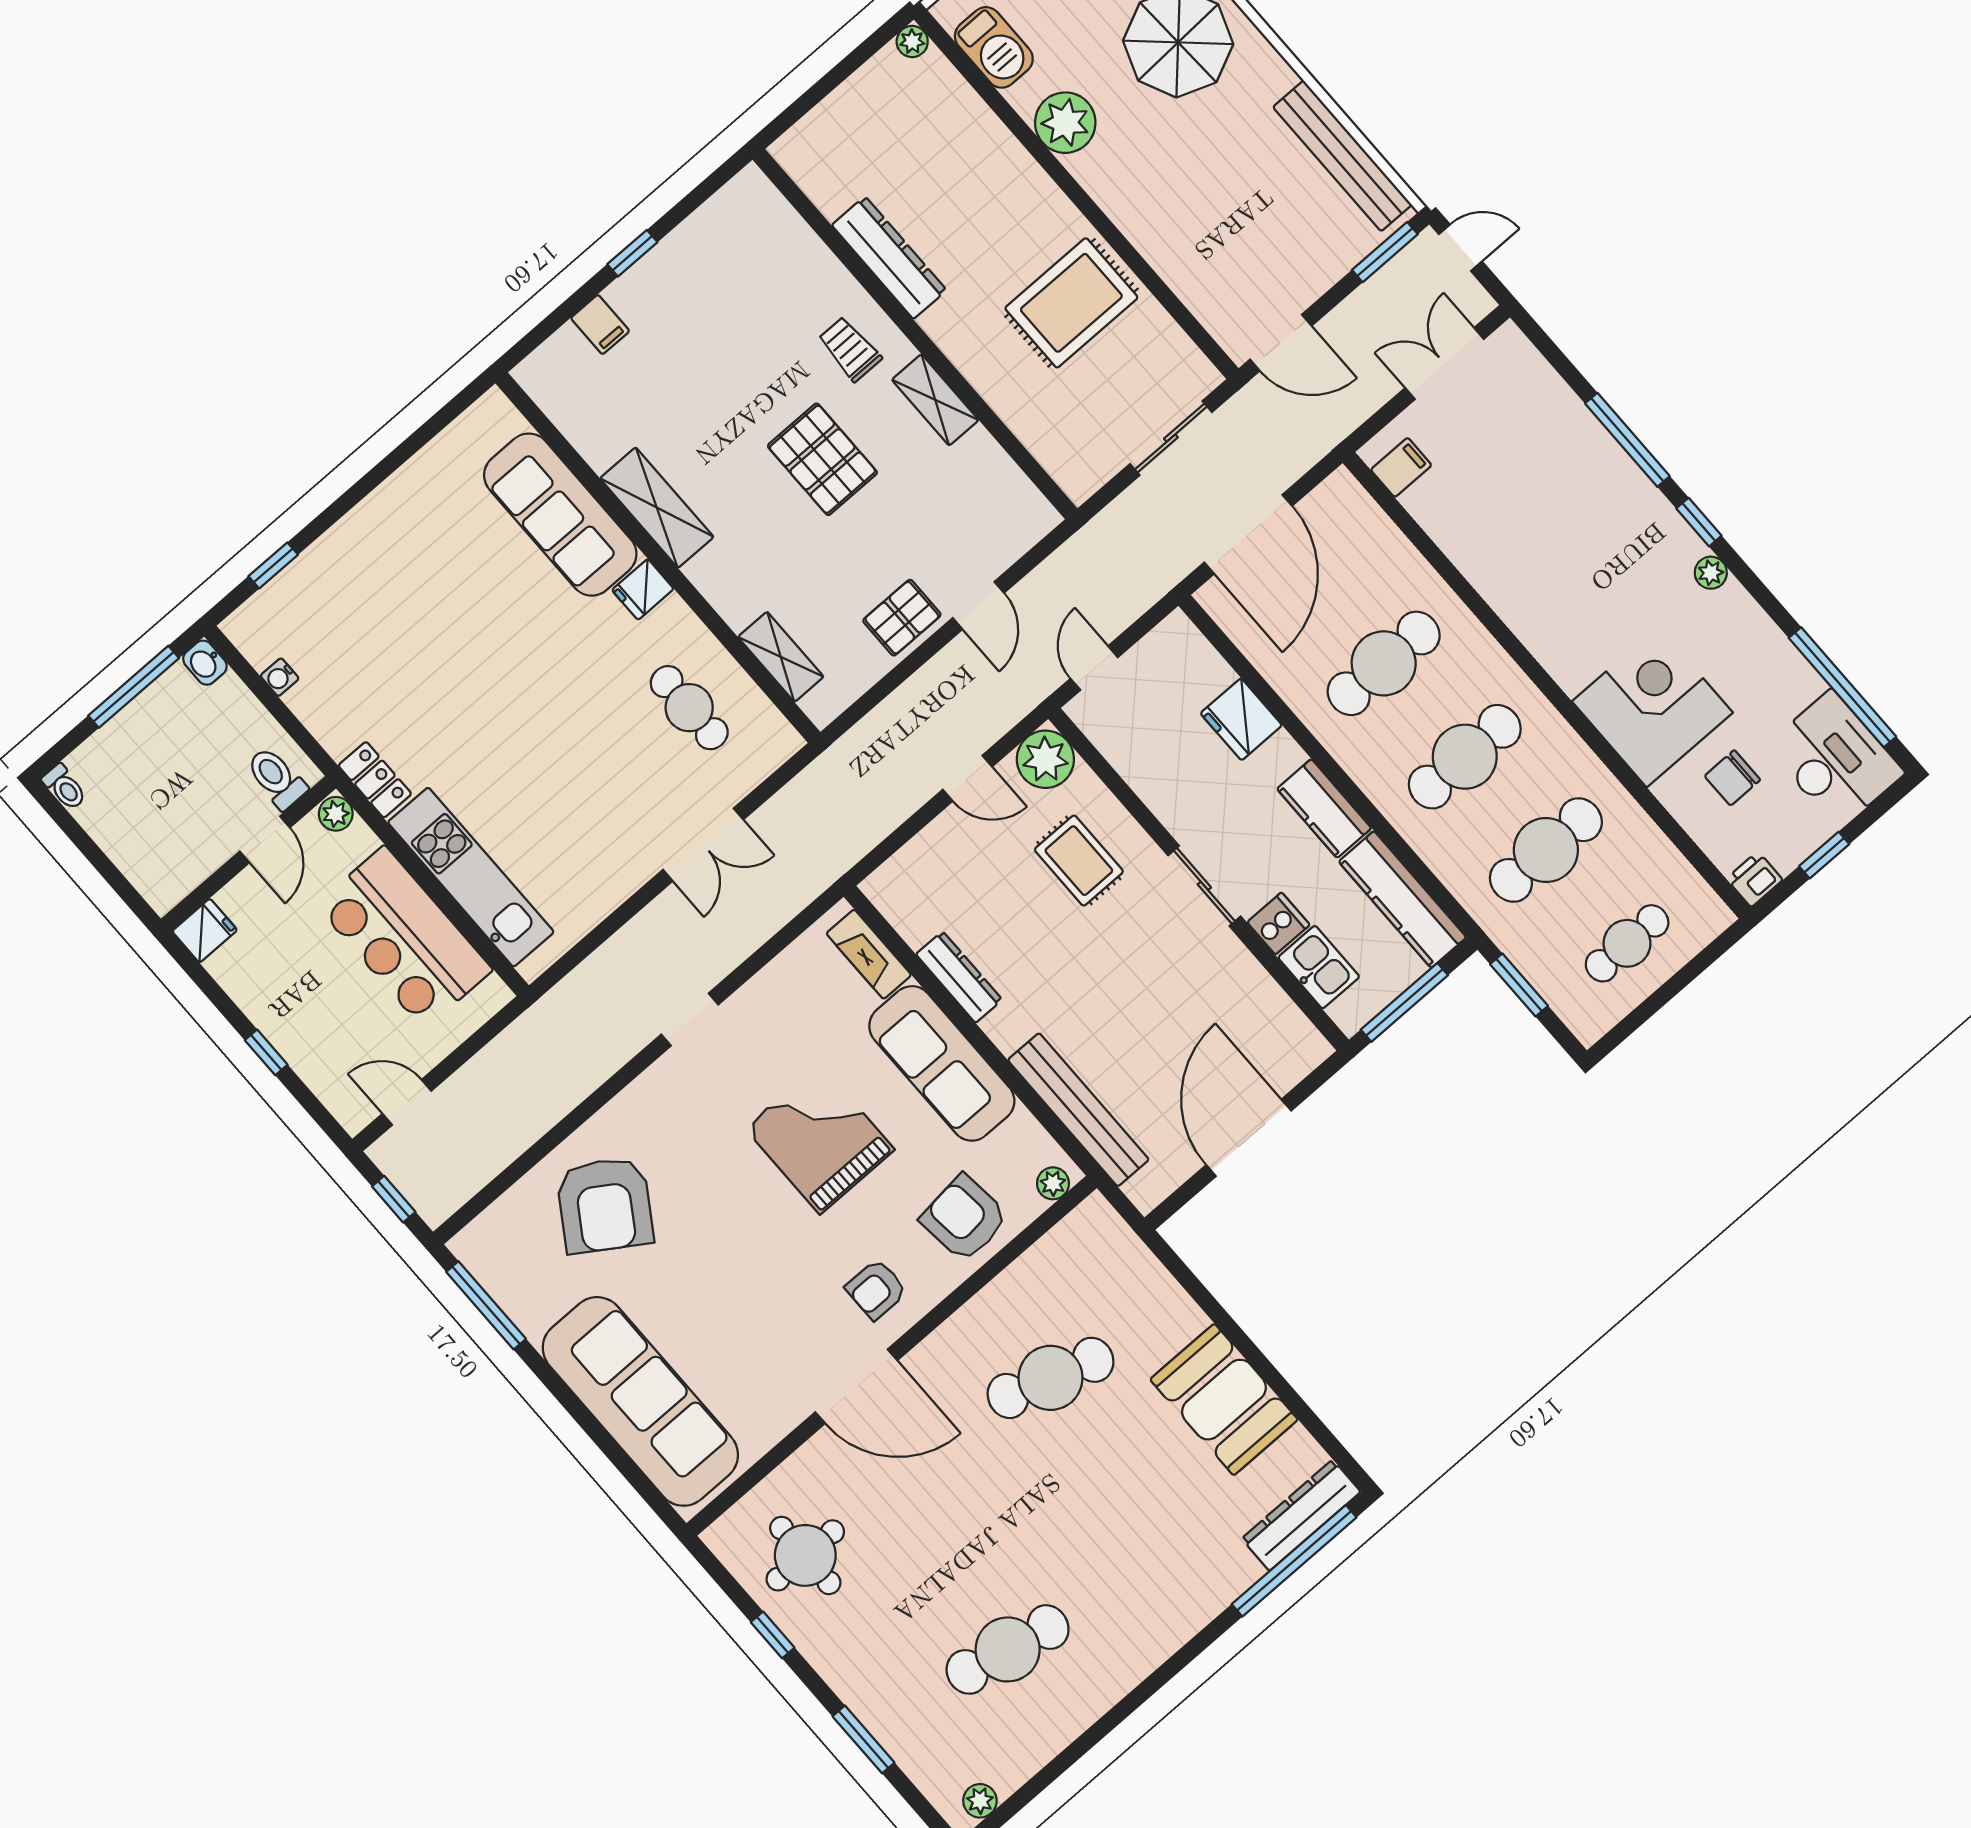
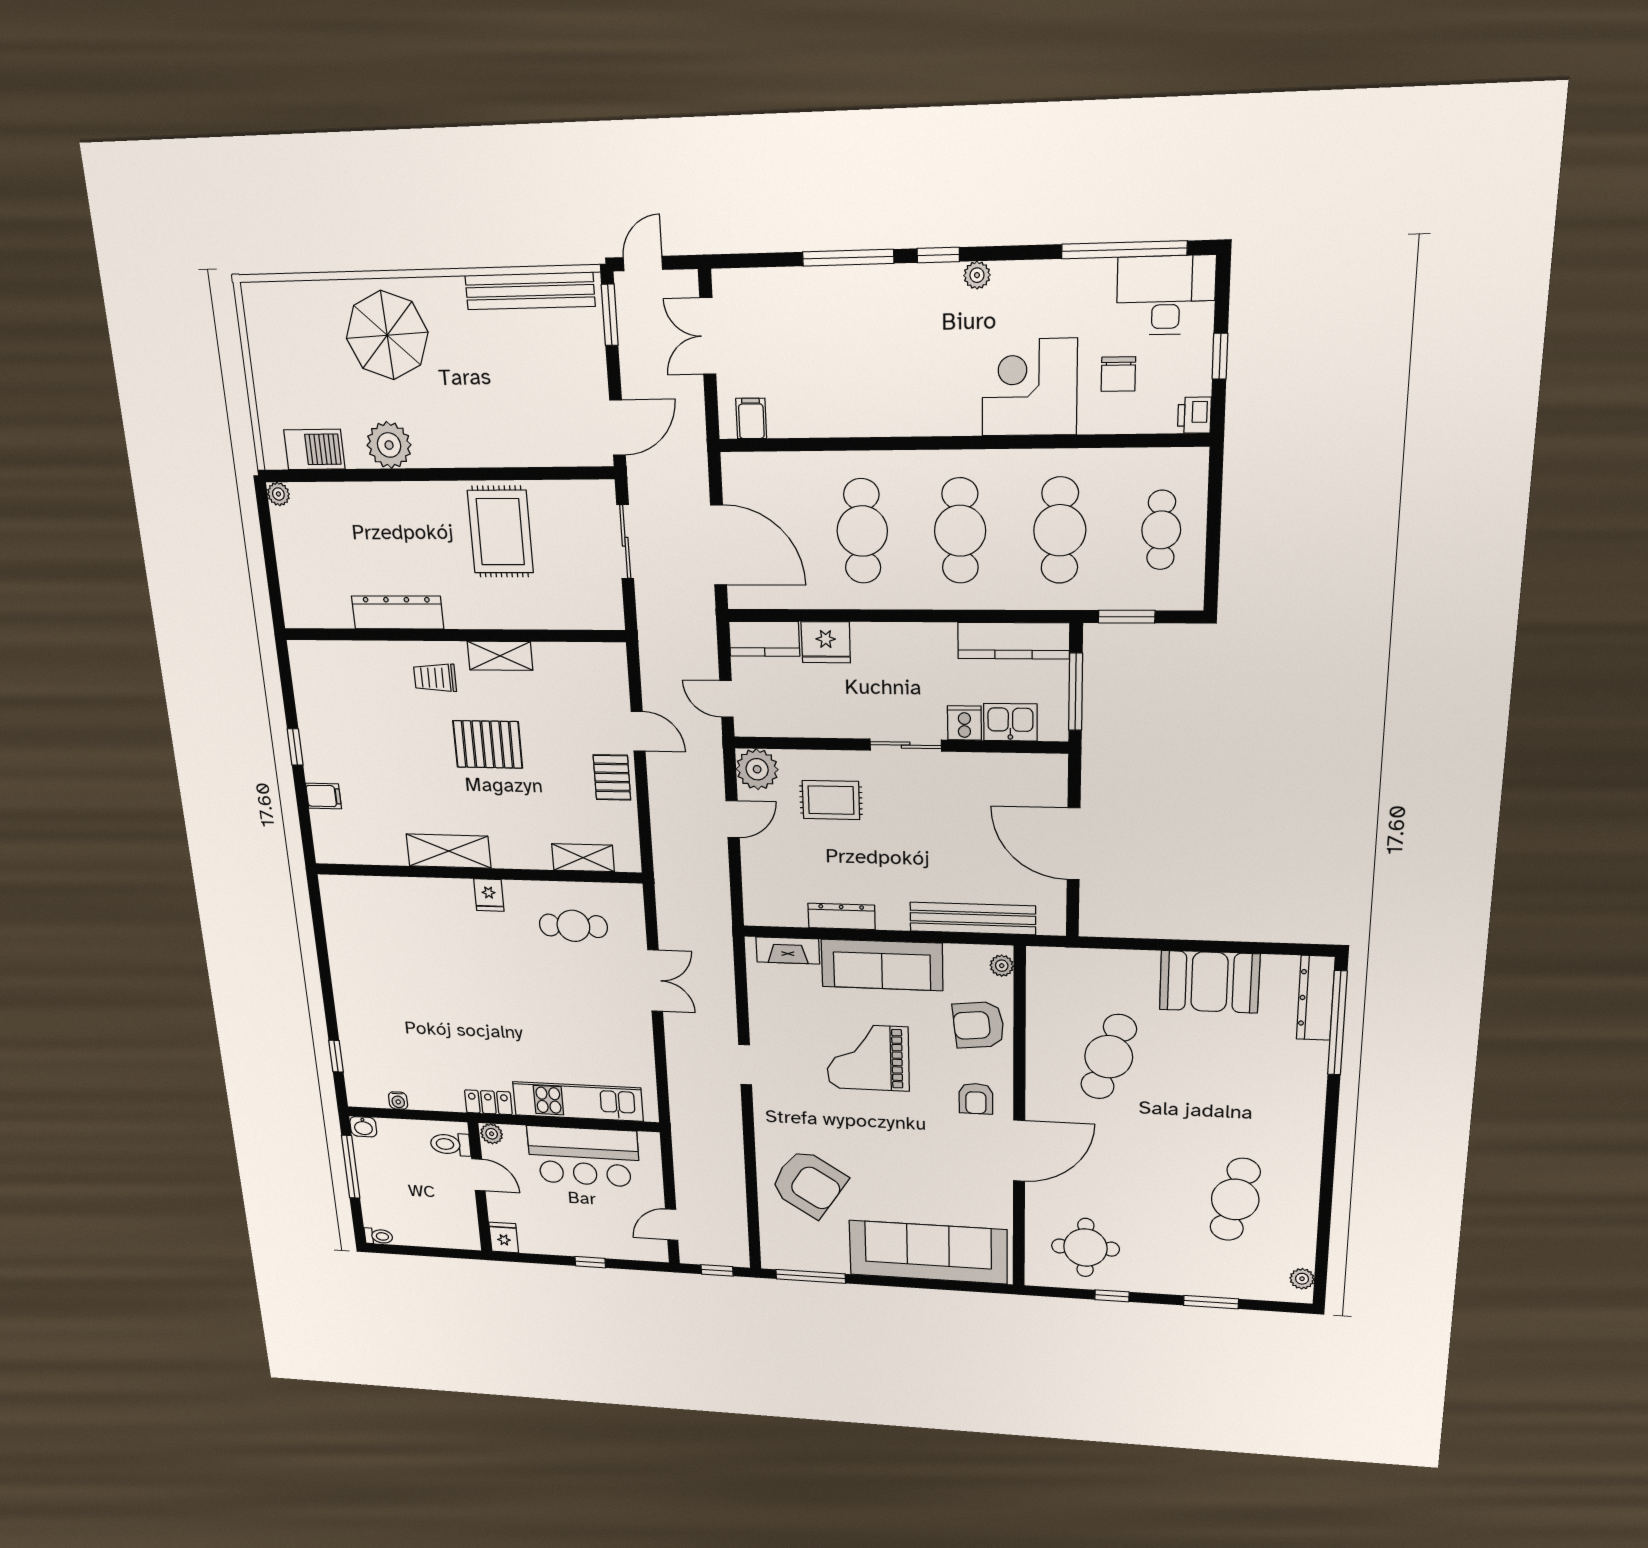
sofa: (560, 515) -> (415, 901), removed
kitchen counter: (1324, 808) -> (764, 639), moved

